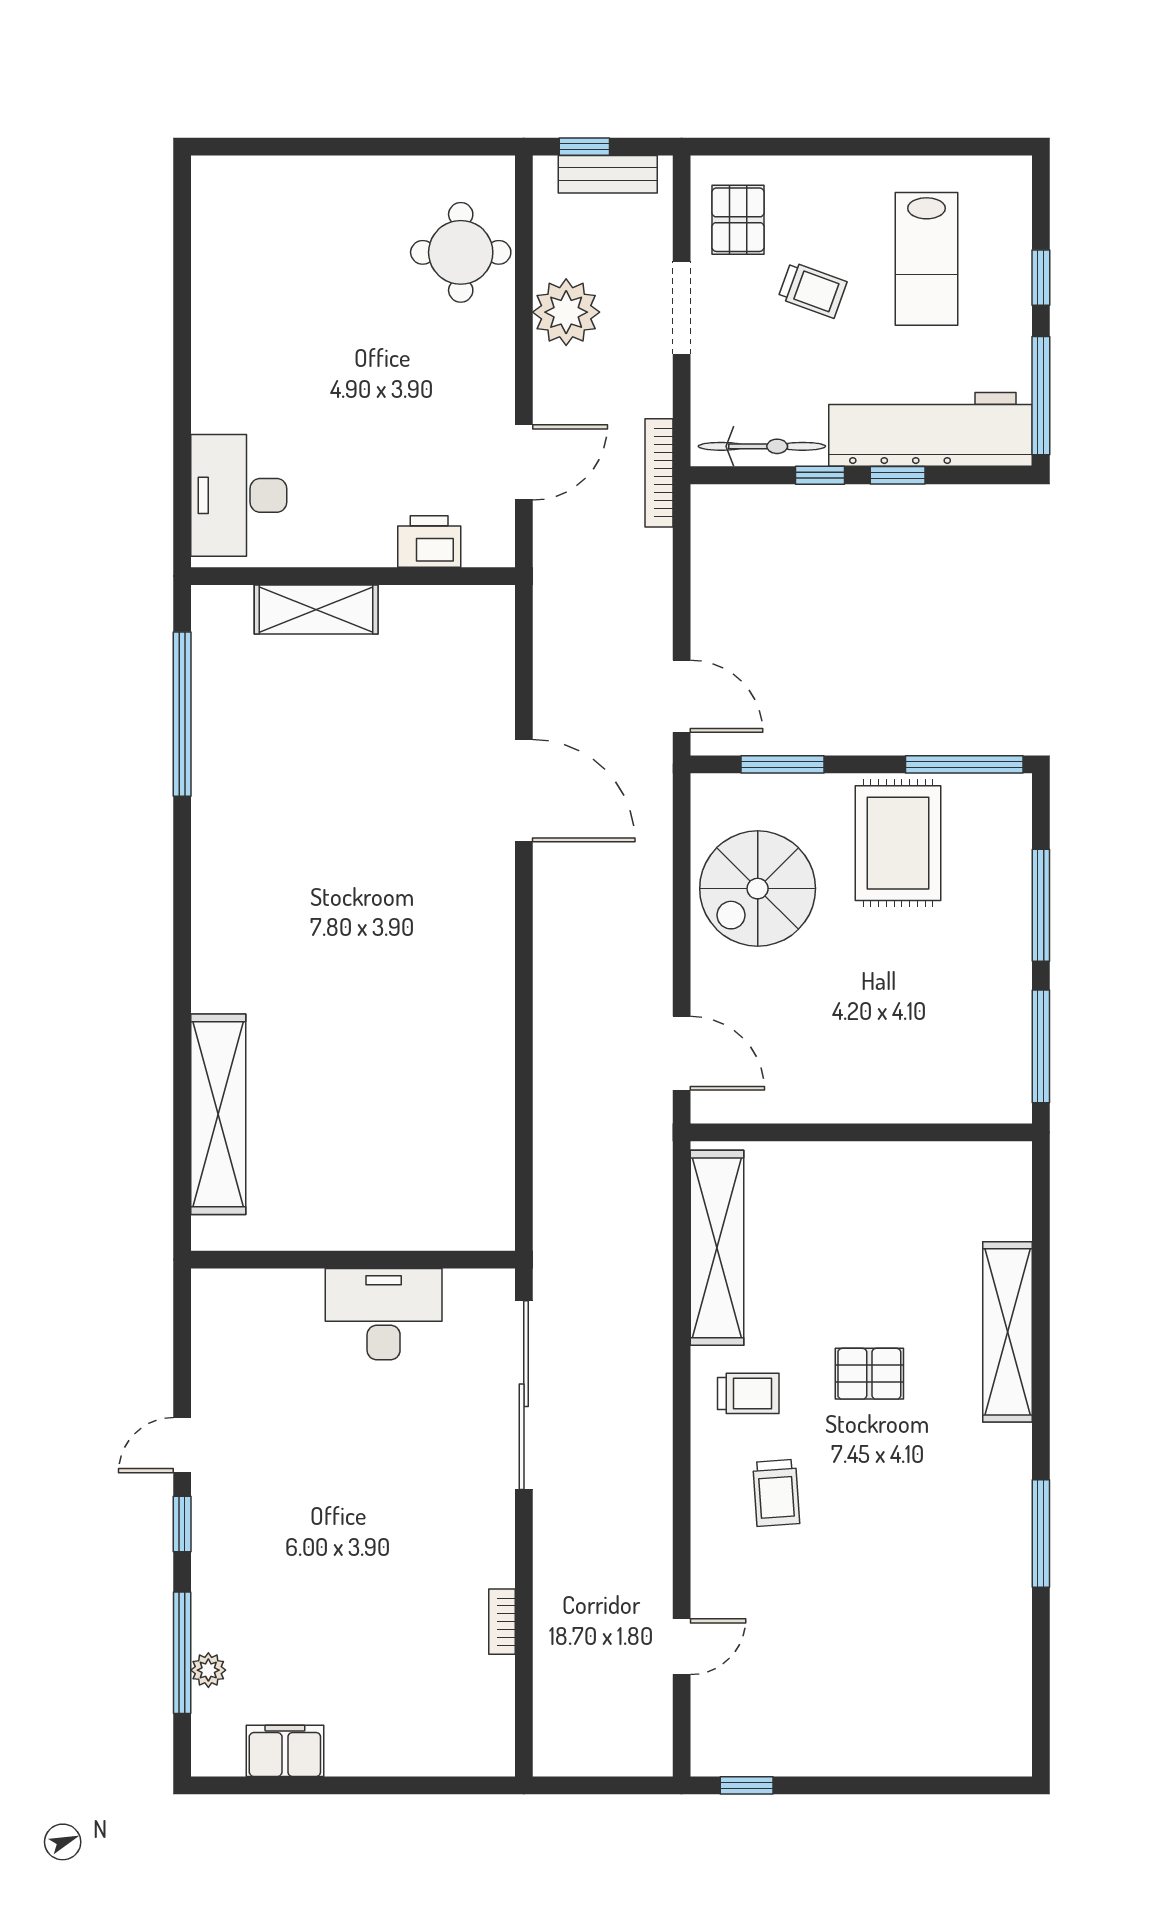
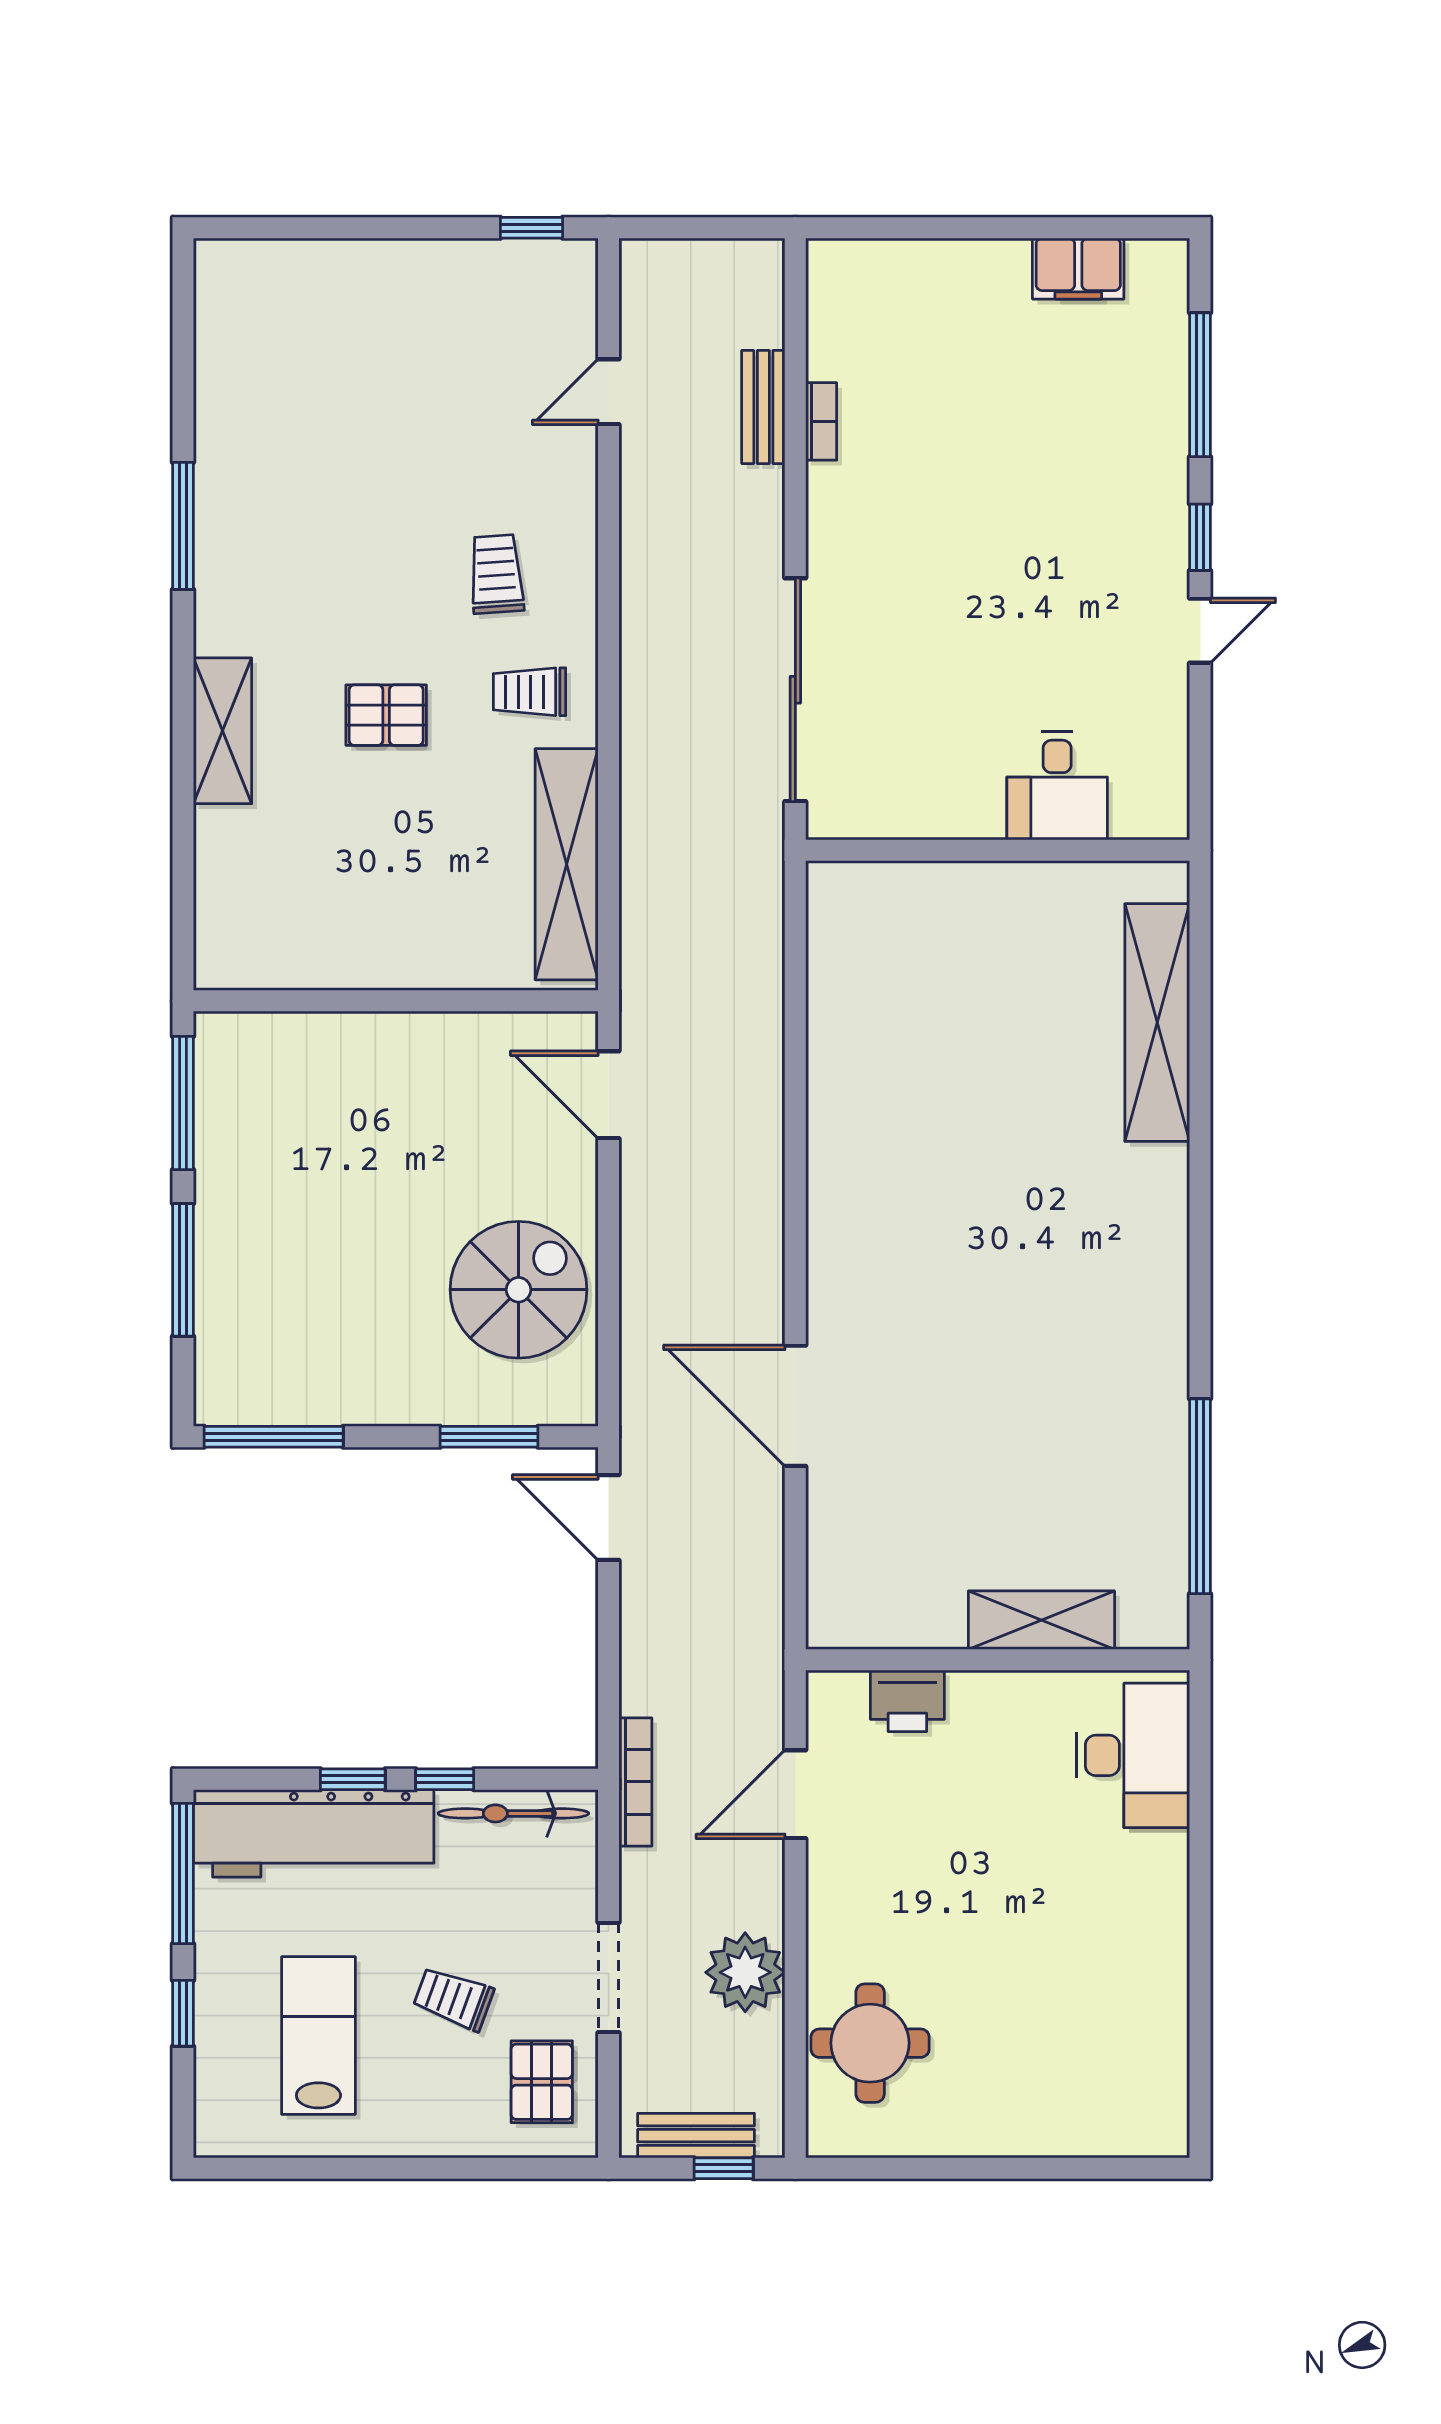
rug: (898, 843) -> (352, 1344), removed
desk: (384, 1314) -> (1057, 786), moved, width x0.73
shelving: (1007, 1332) -> (223, 731), width x0.68
bench: (551, 1634) -> (763, 407), added
plant: (208, 1670) -> (1169, 364), removed

